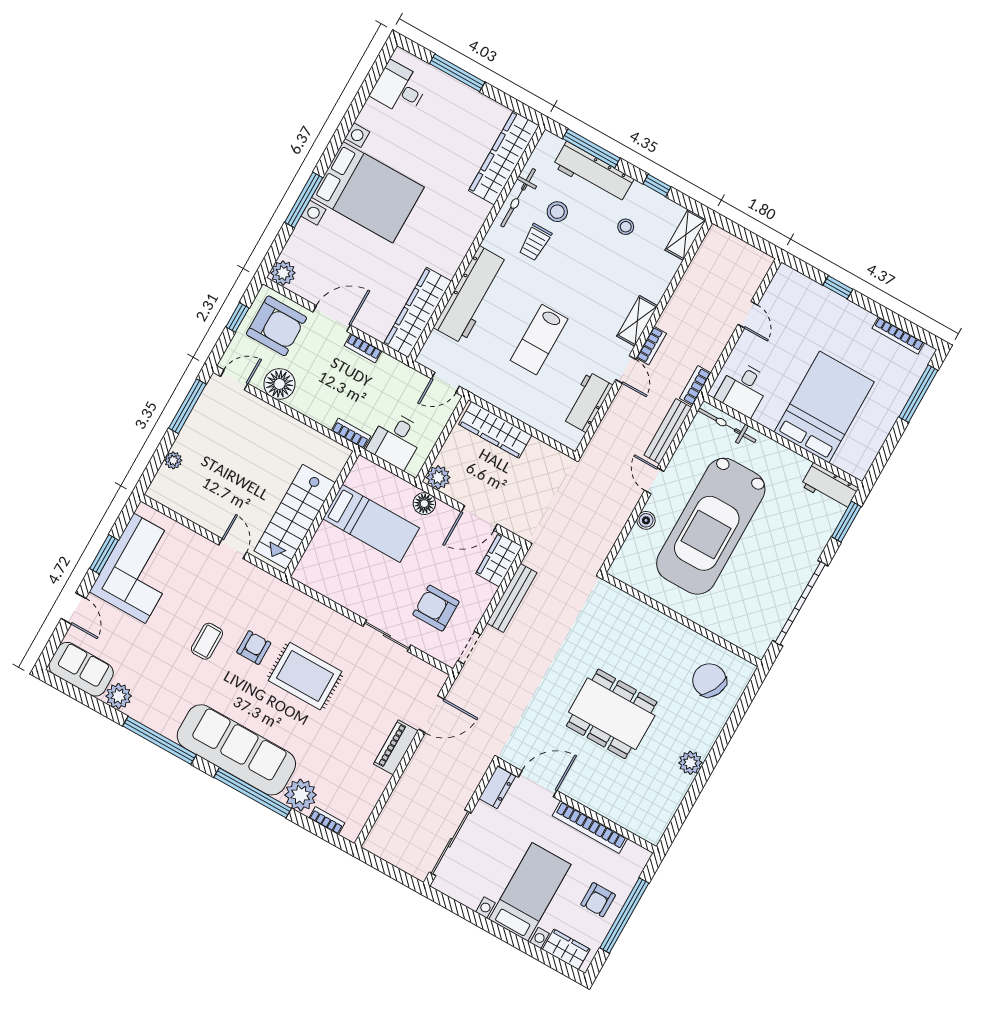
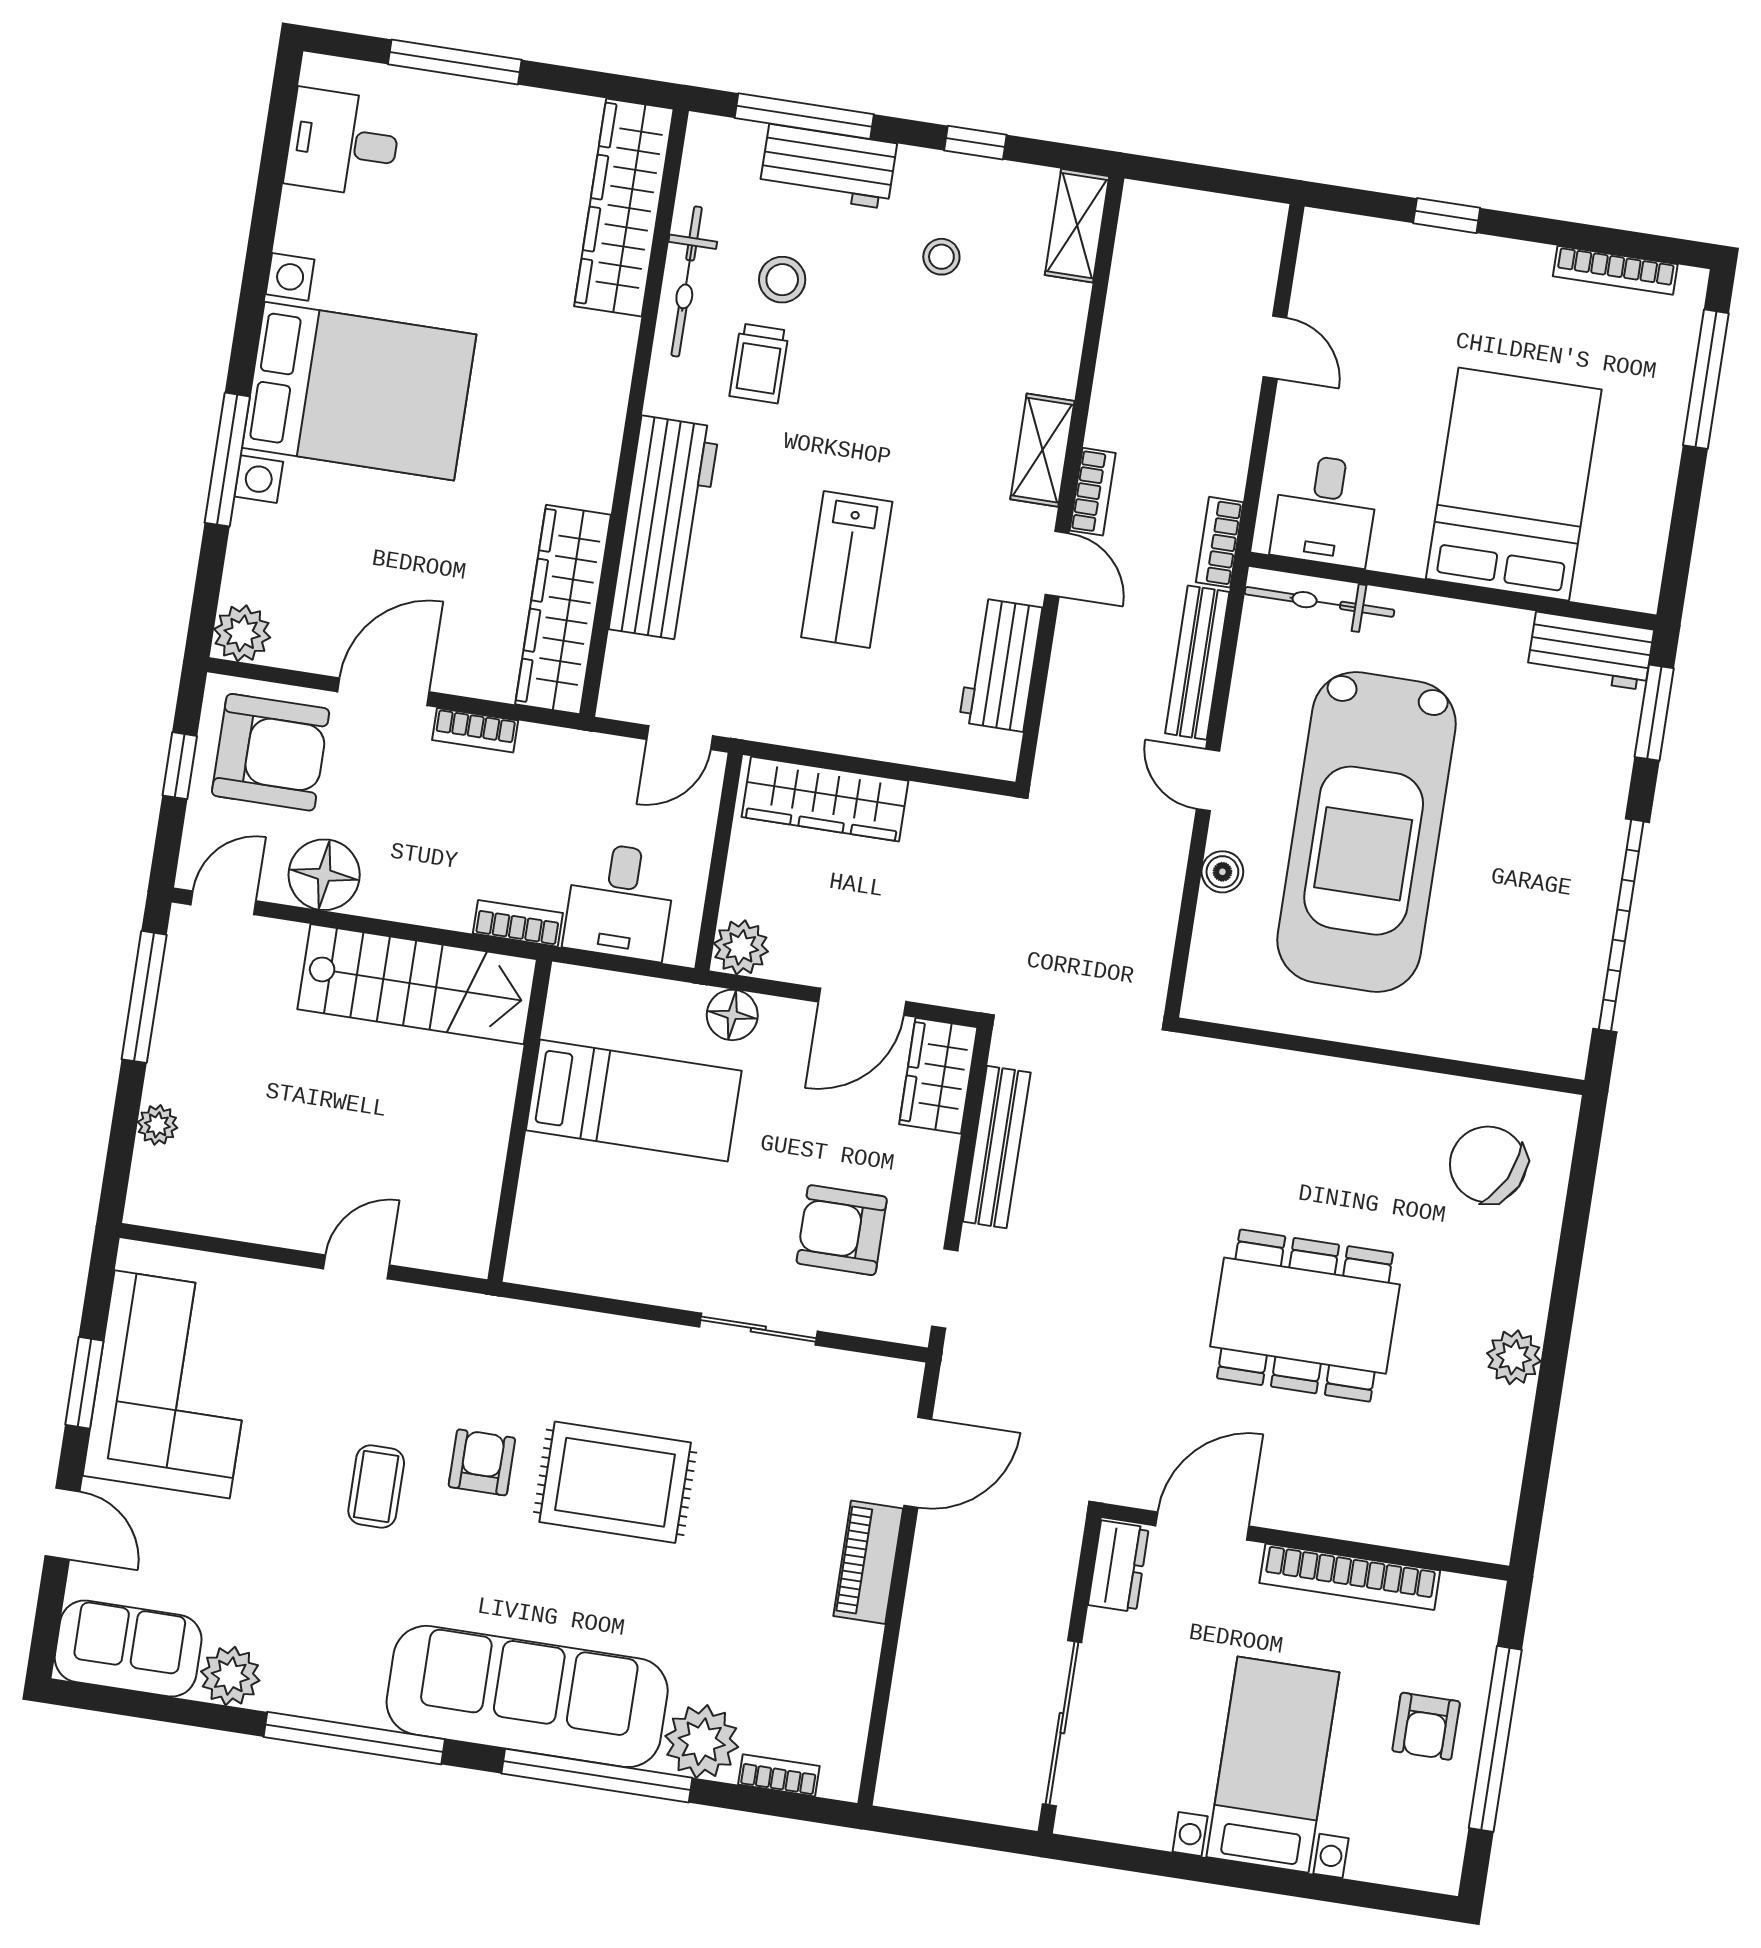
workbench: (593, 173) -> (828, 166), width x0.73
stairs: (295, 517) -> (417, 984), moved, turned -90
door: (233, 549) -> (356, 1267), hinge flipped
wardrobe: (566, 949) -> (1397, 1859), removed

